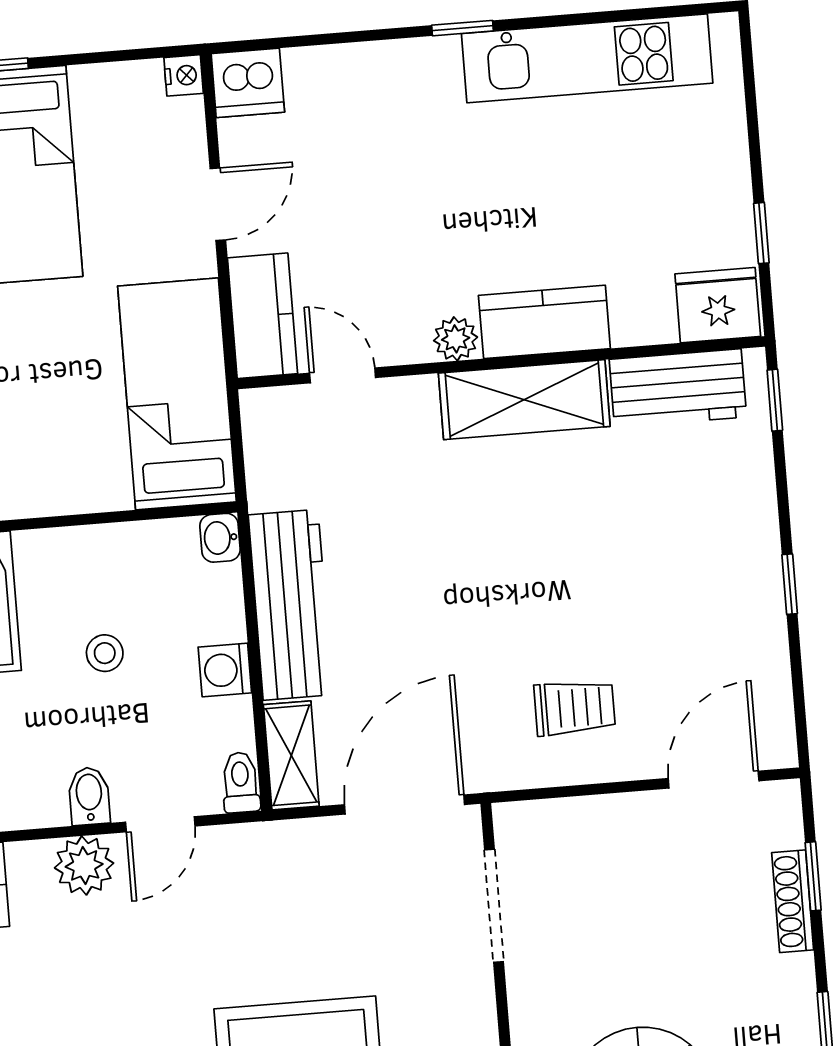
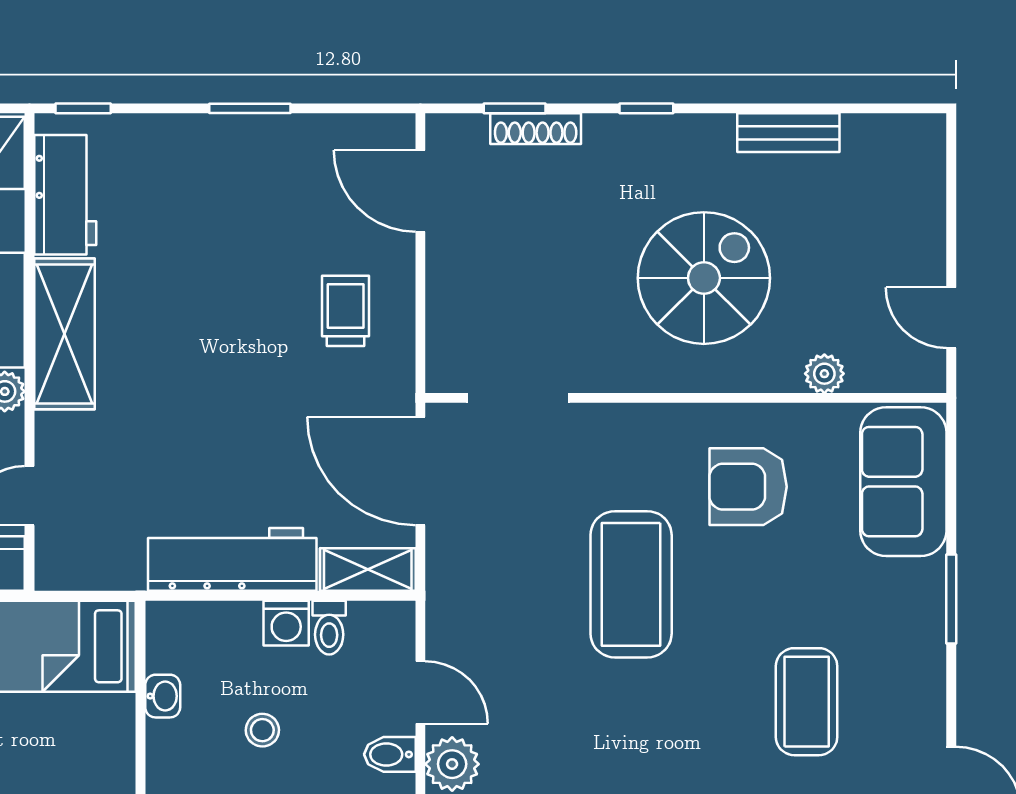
washbasin: (220, 538) -> (163, 696), moved, turned -90
window: (790, 584) -> (250, 108), width x1.50
toilet: (241, 782) -> (329, 628), moved, turned -90

